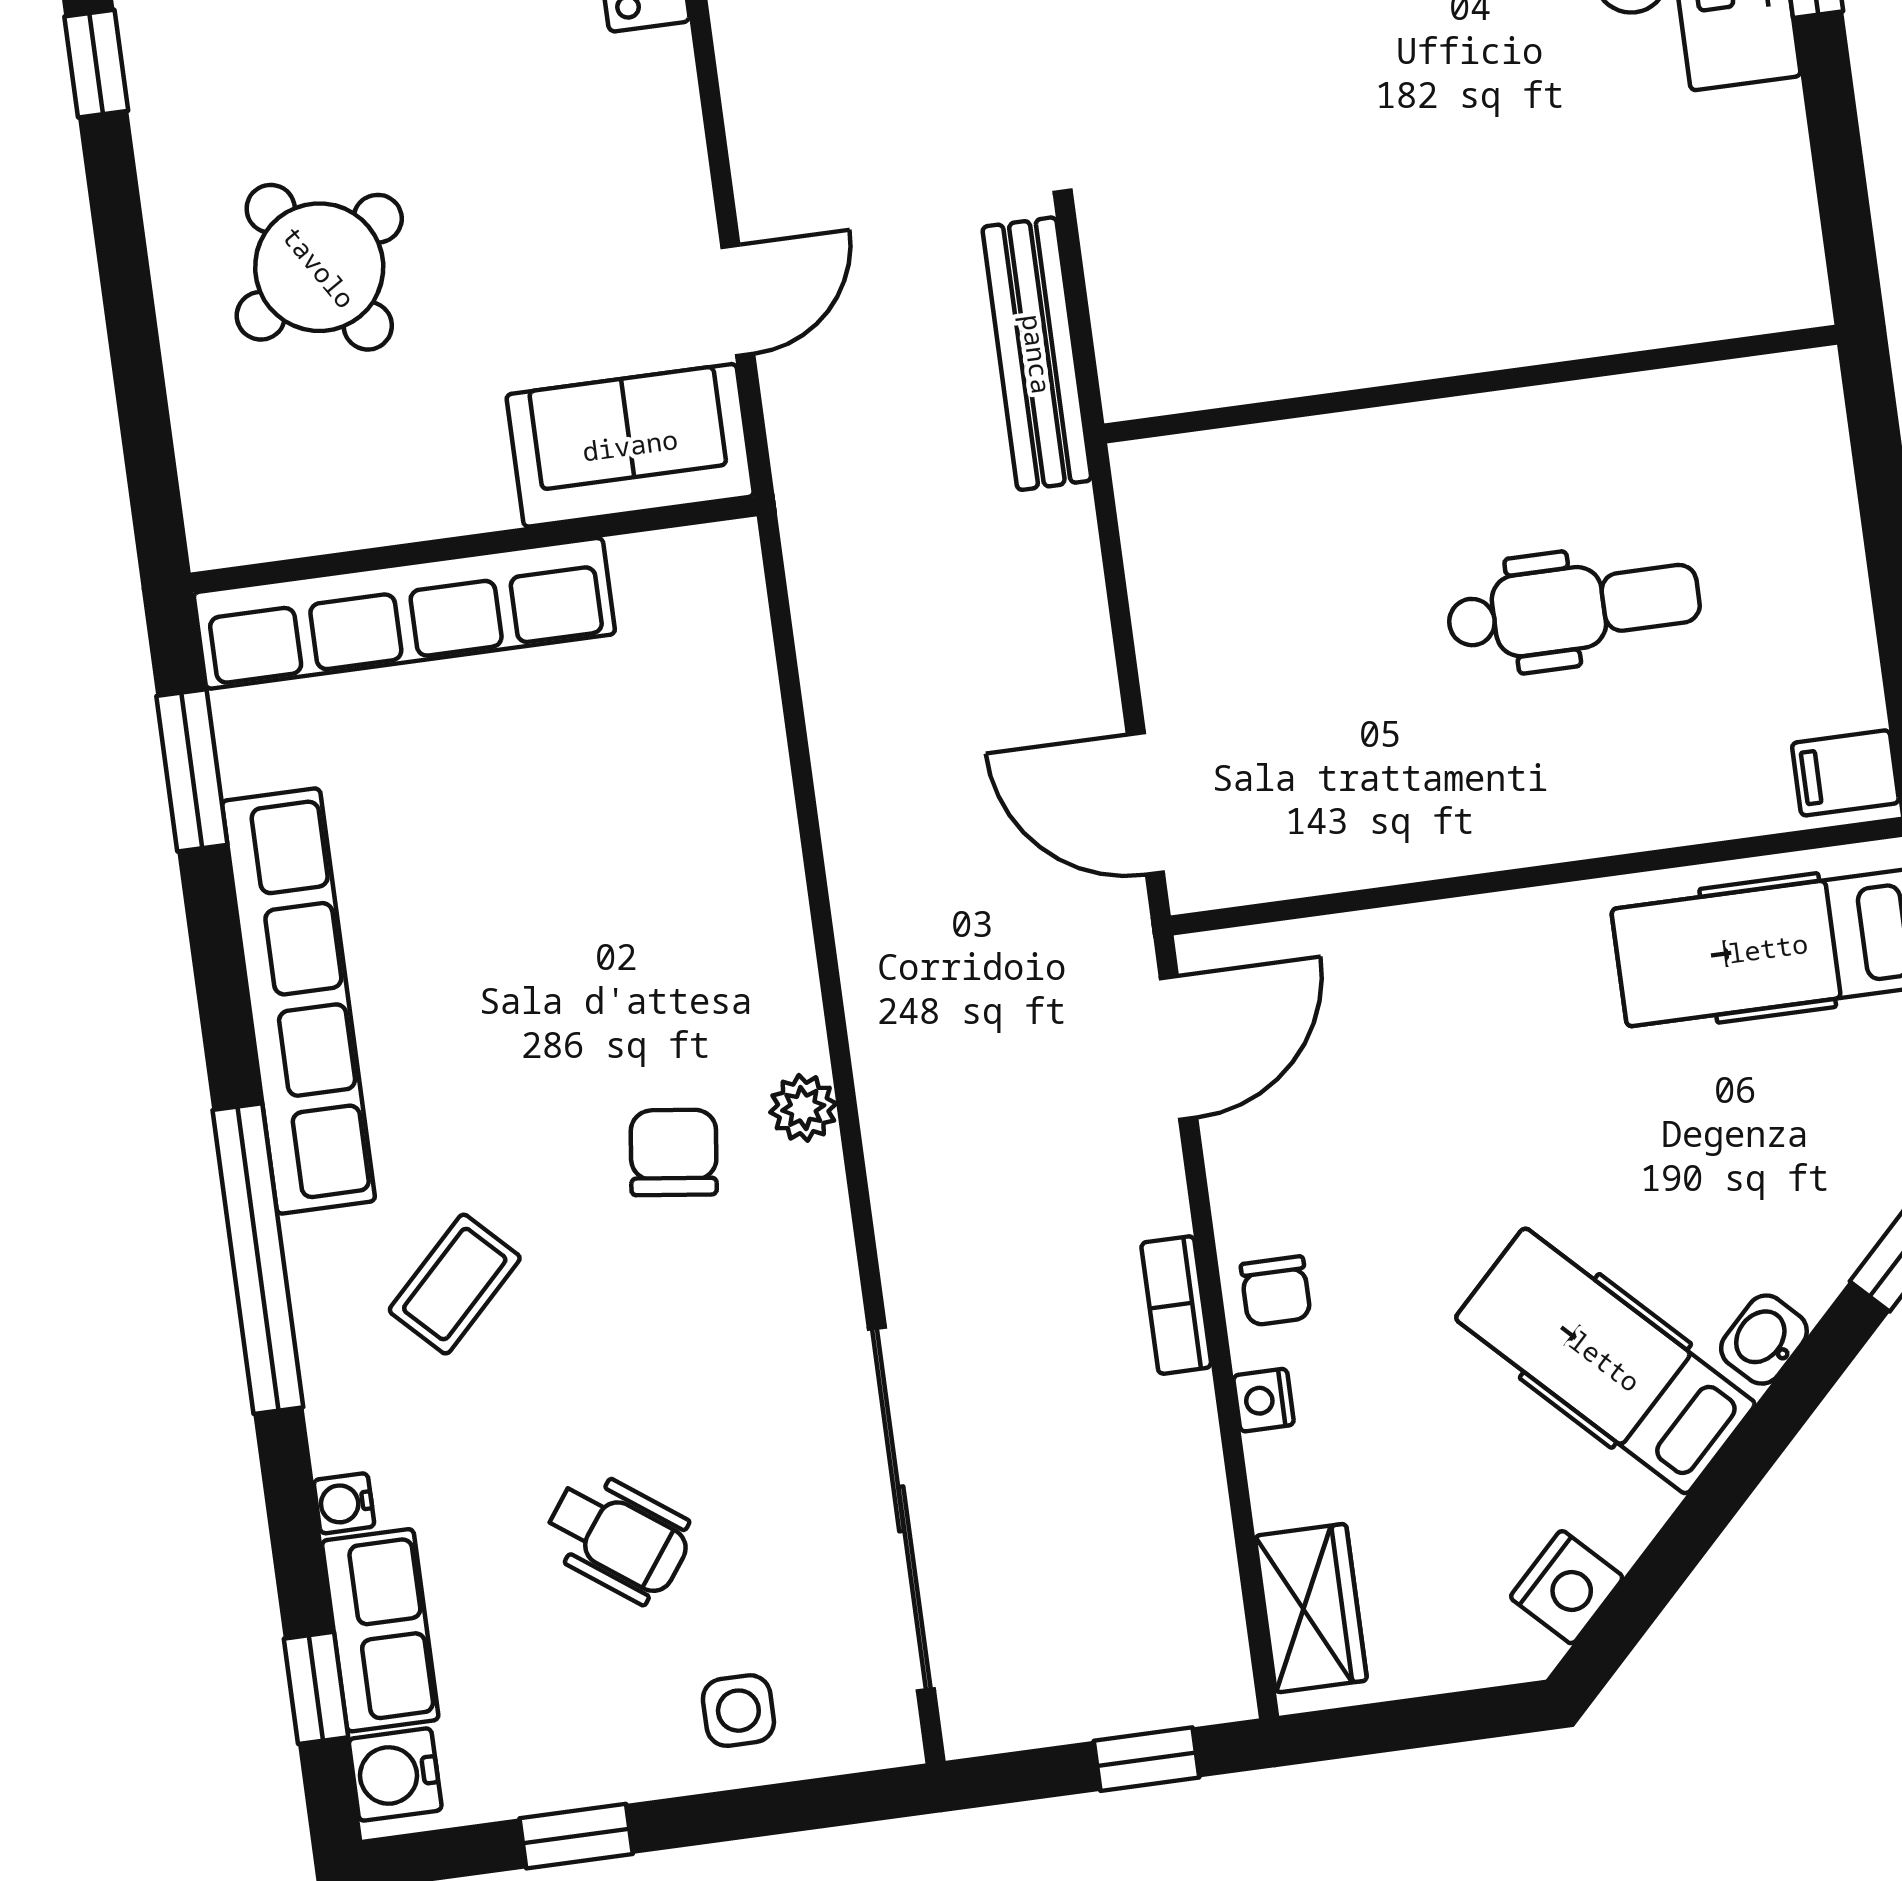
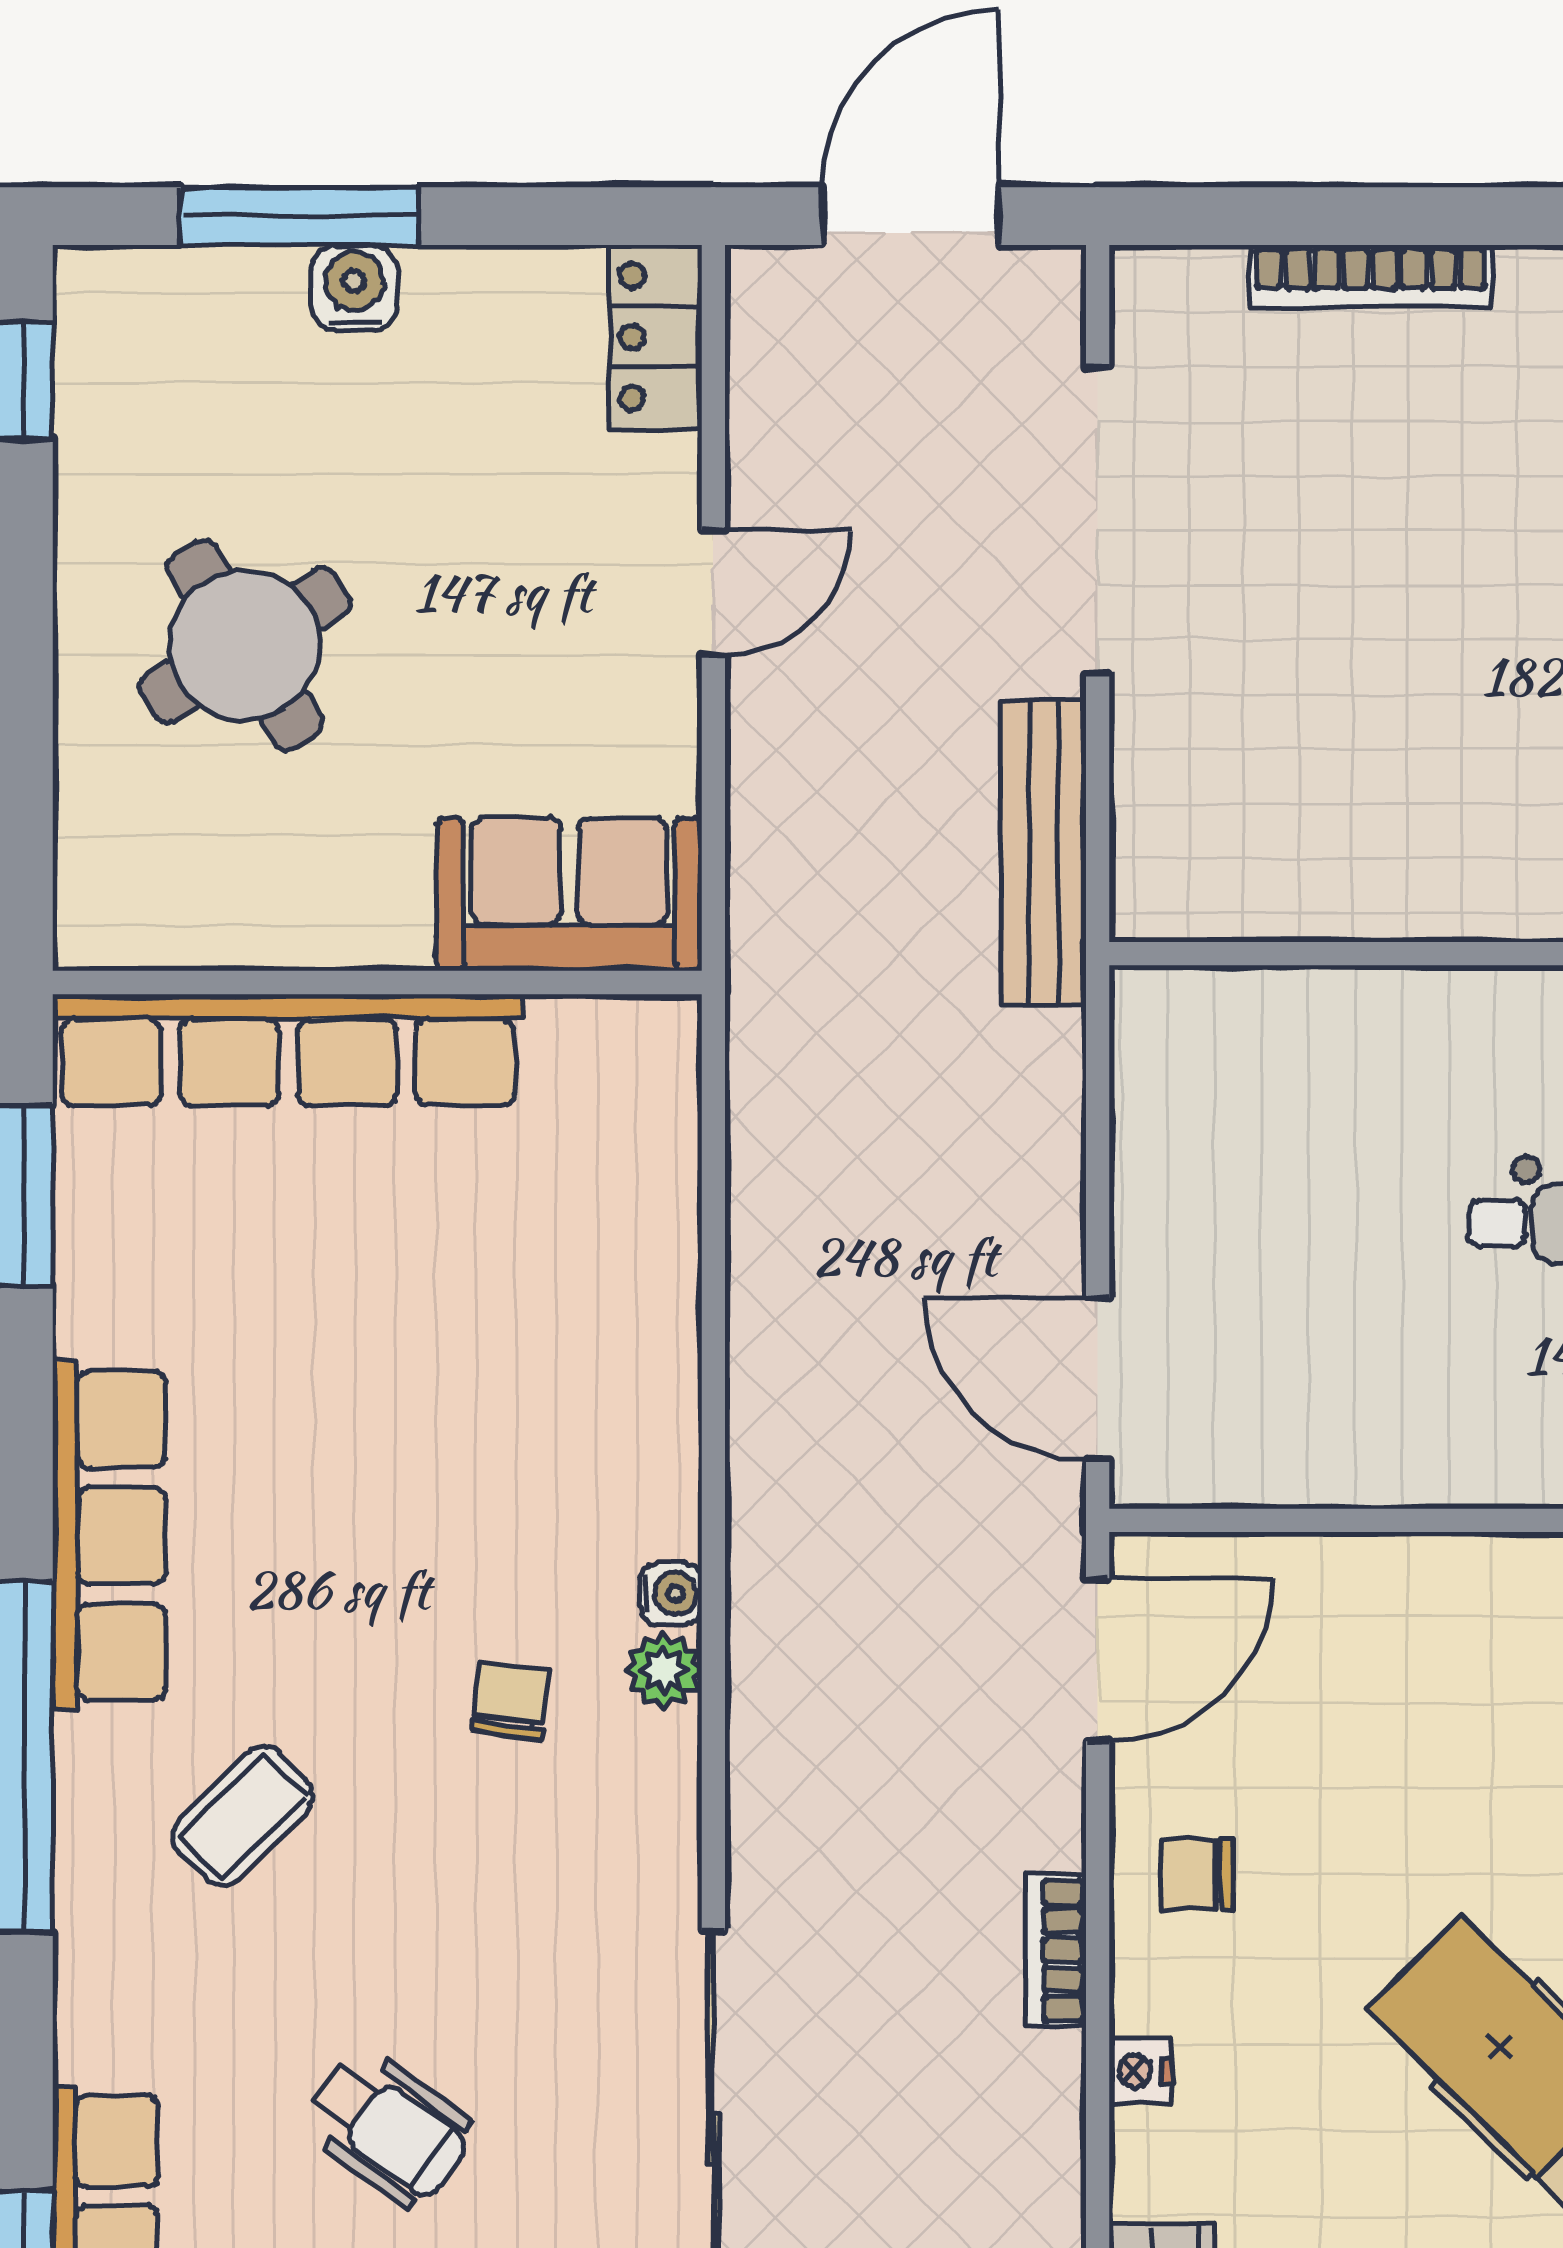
door: (738, 300) -> (713, 592), moved
row of seats: (298, 1001) -> (109, 1536), width x0.73
chair: (674, 1152) -> (510, 1701), width x0.73, depth x0.73
chair: (1276, 1291) -> (1197, 1874), moved, turned 90
water cooler: (344, 1503) -> (671, 1593), moved, turned 180

